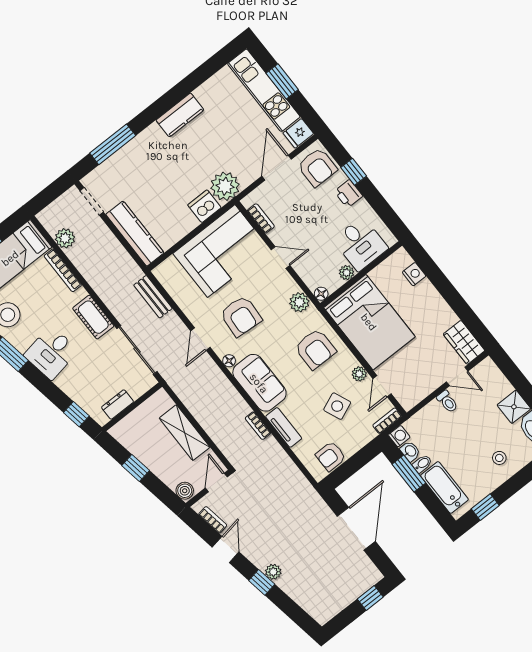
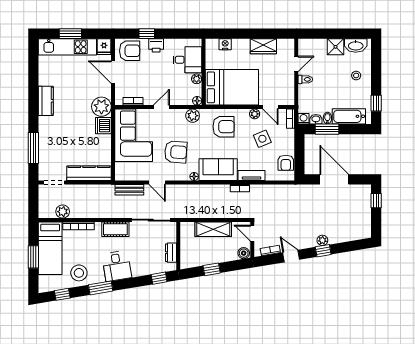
door: (200, 339) -> (157, 182), moved
wardrobe: (464, 342) -> (263, 46), moved

